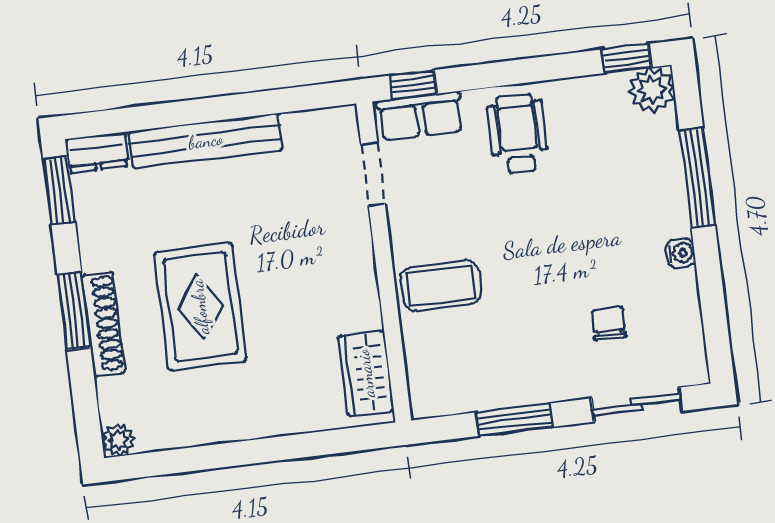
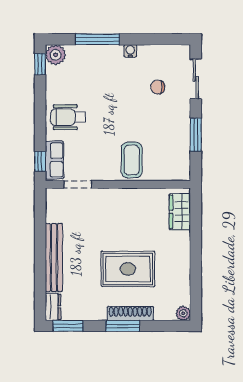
wardrobe: (366, 373) -> (180, 212), moved, turned 90

